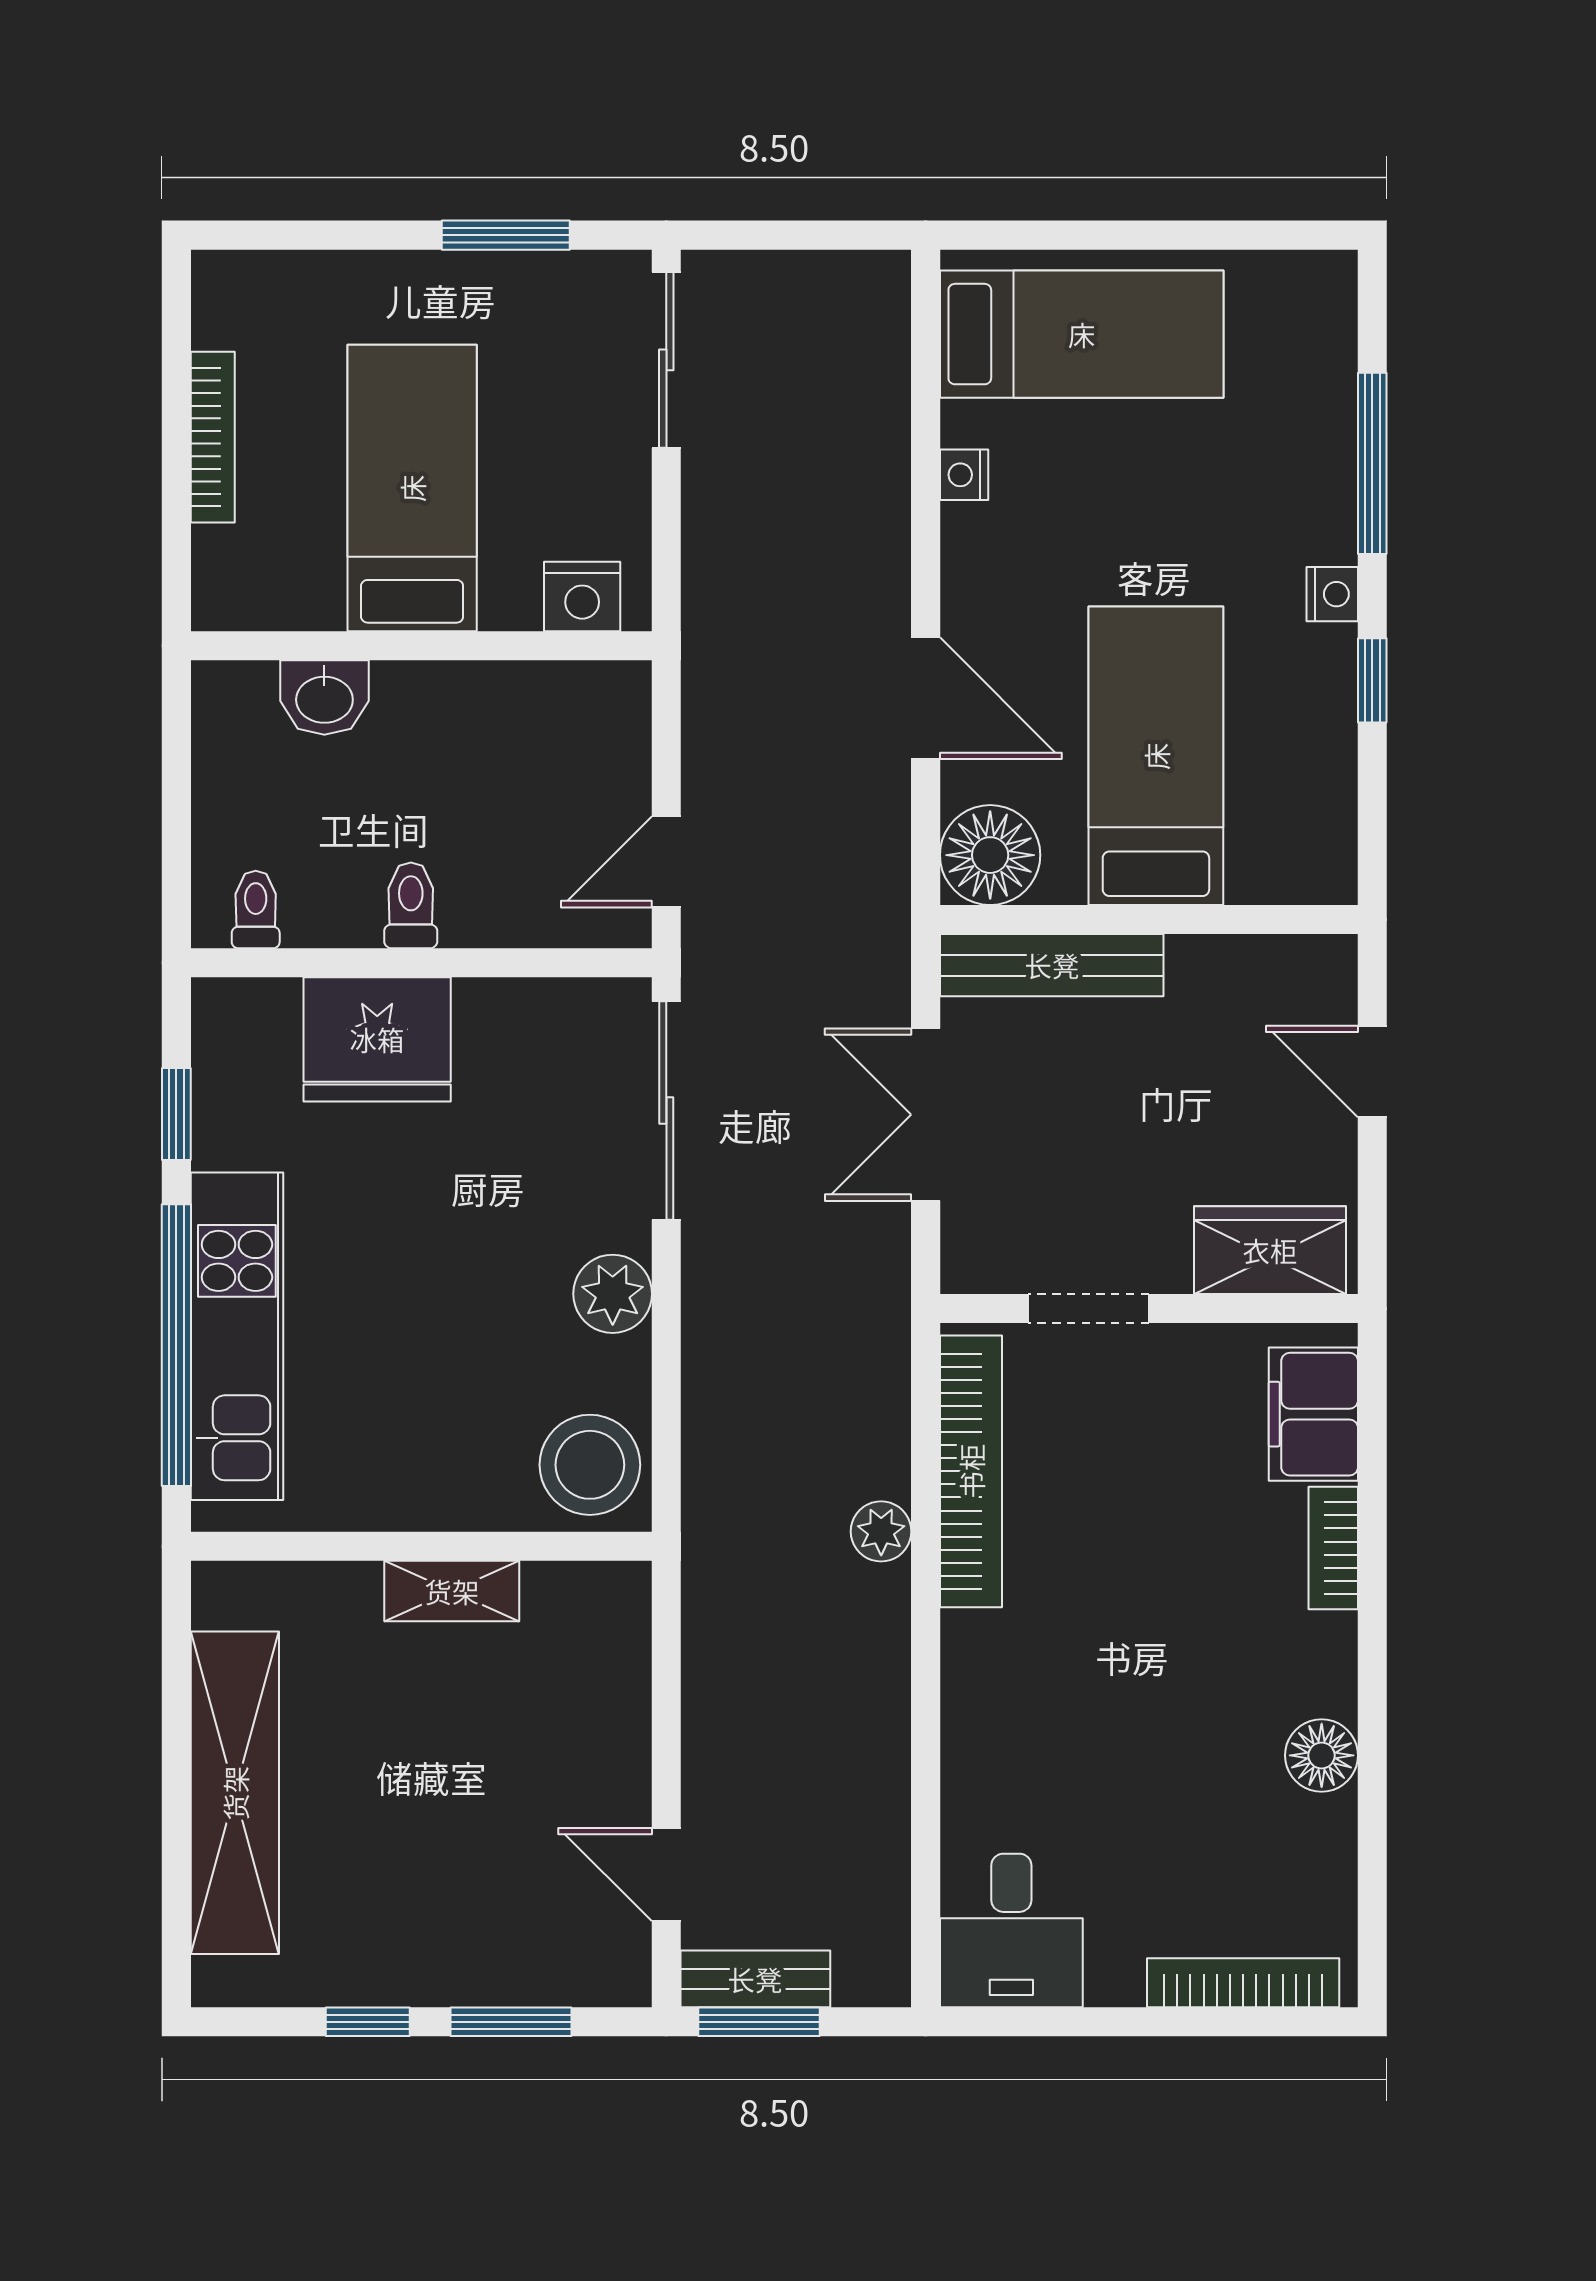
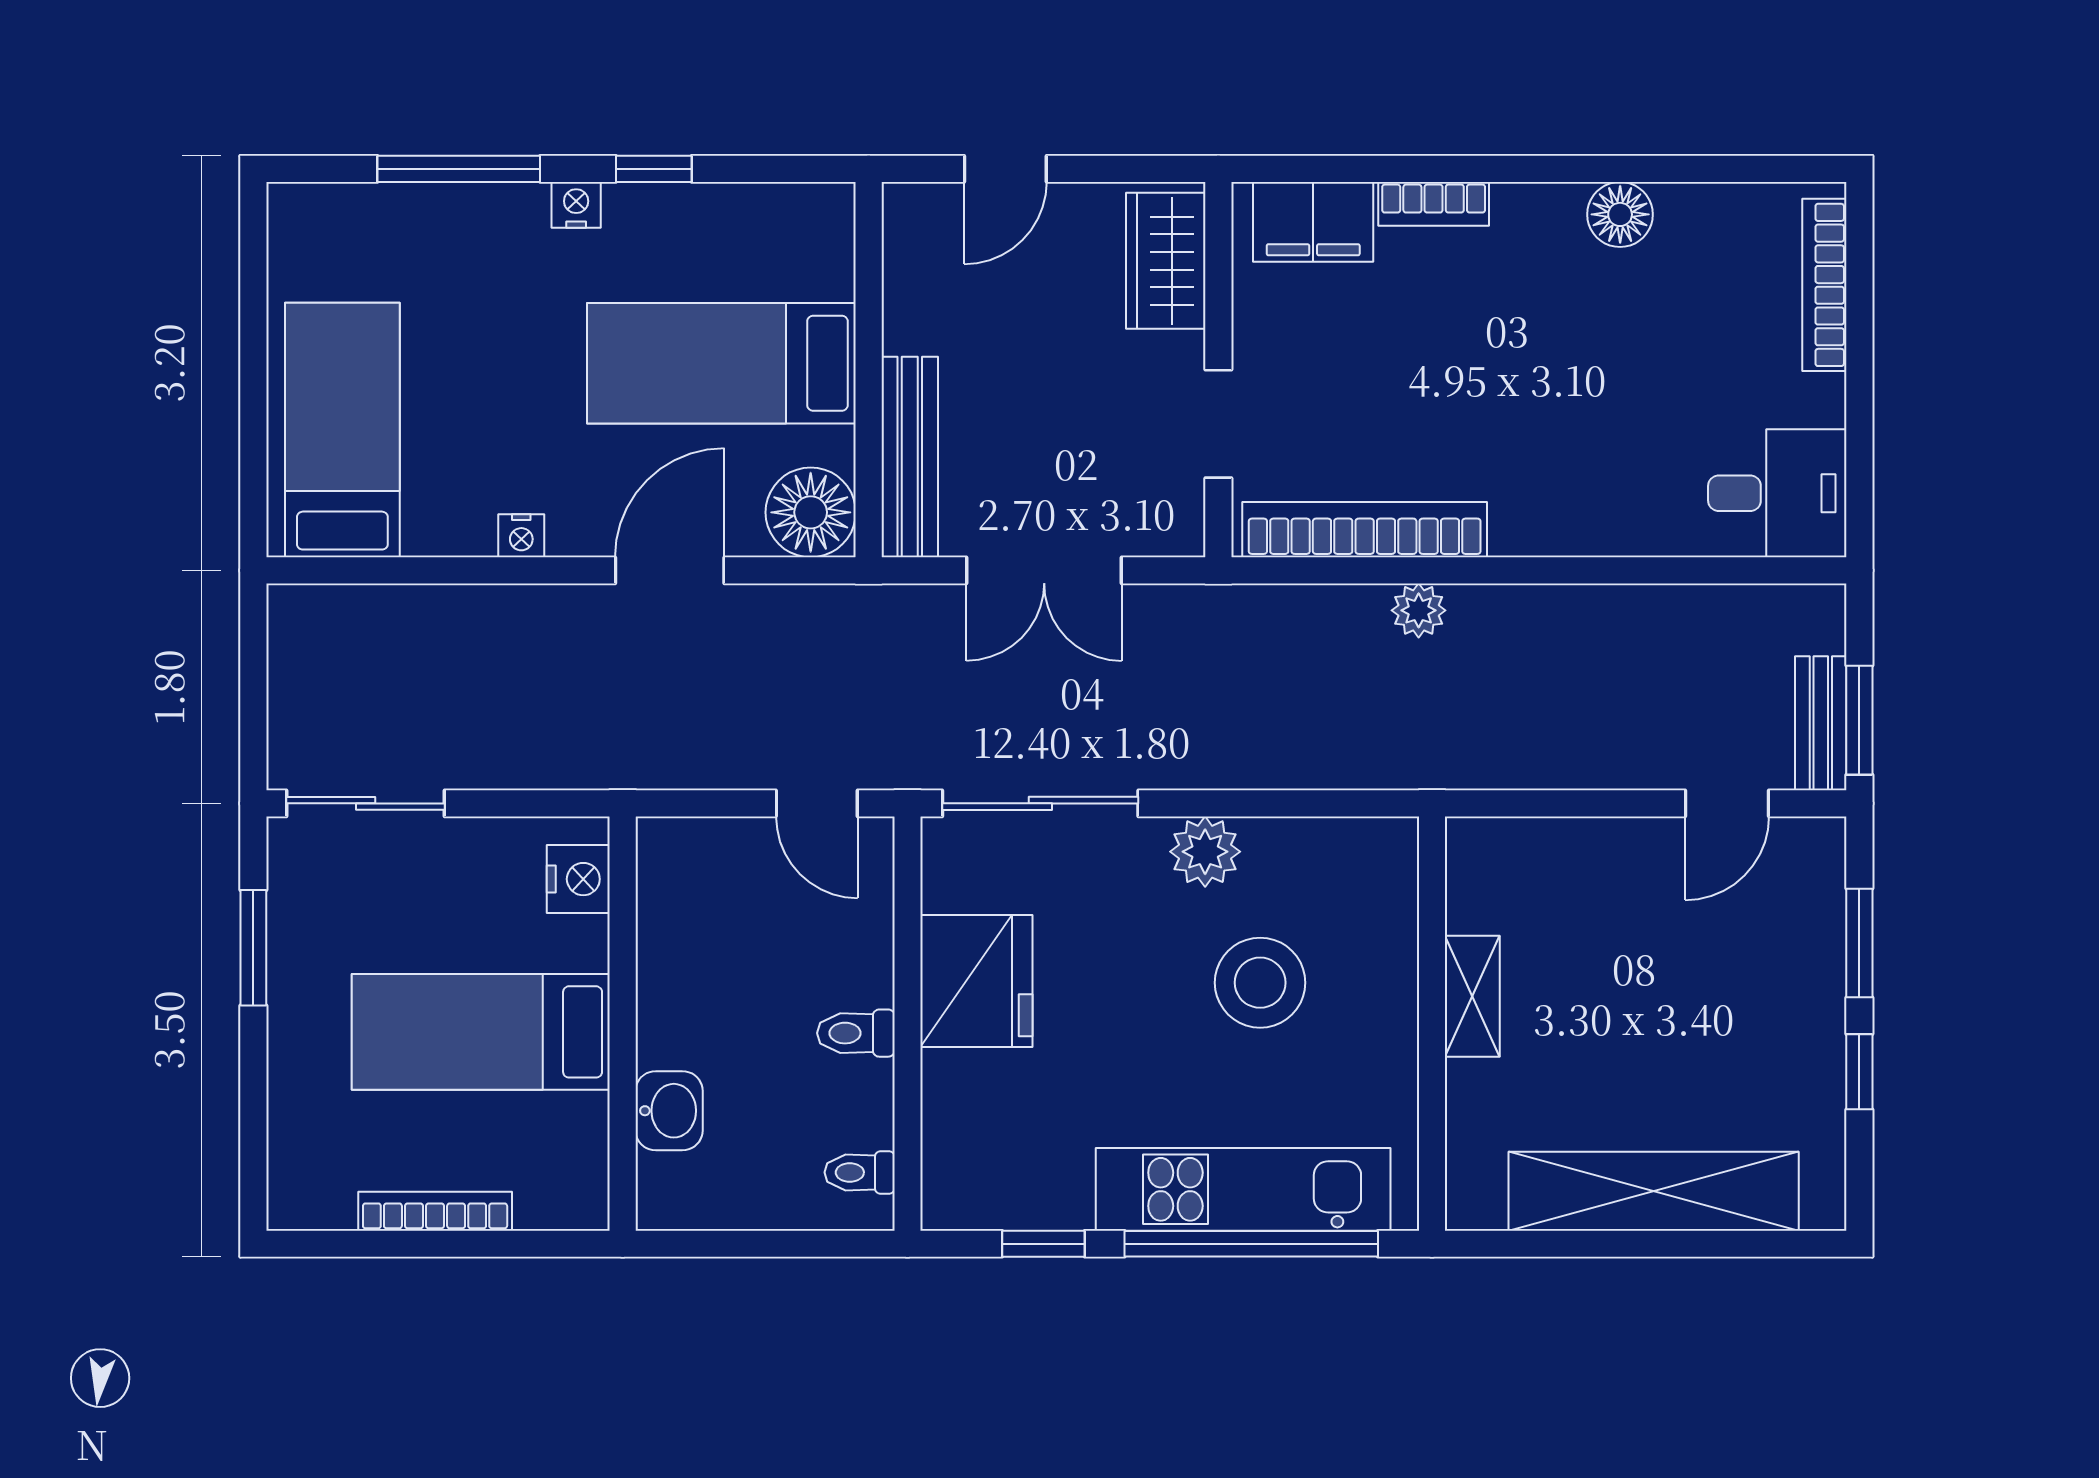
nightstand: (964, 475) -> (521, 536), moved
fridge: (377, 1039) -> (976, 981), moved
stool: (590, 1465) -> (1260, 983), moved

